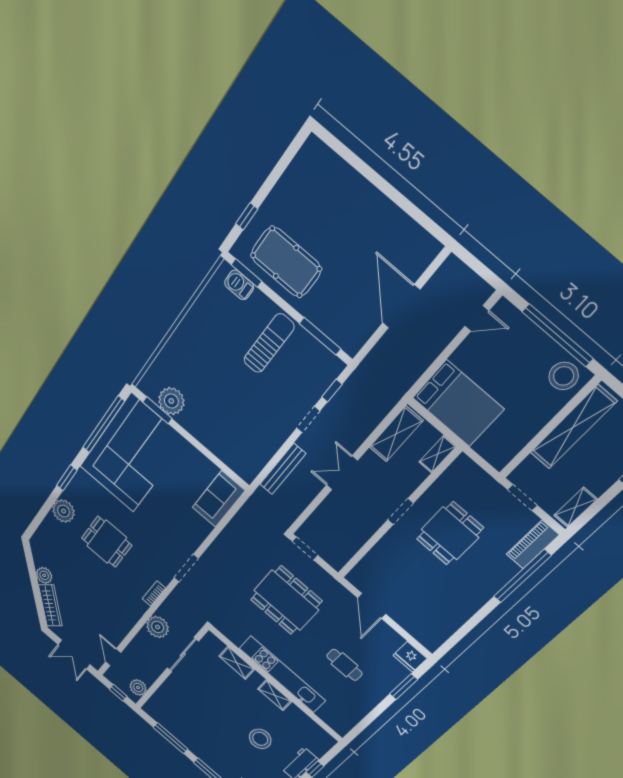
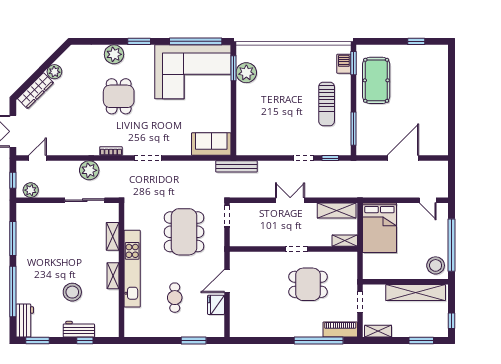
window: (247, 216) -> (416, 41), moved
sun lounger: (269, 343) -> (327, 104), turned 90
bench: (283, 469) -> (236, 166), moved
fridge: (410, 657) -> (216, 305), moved

